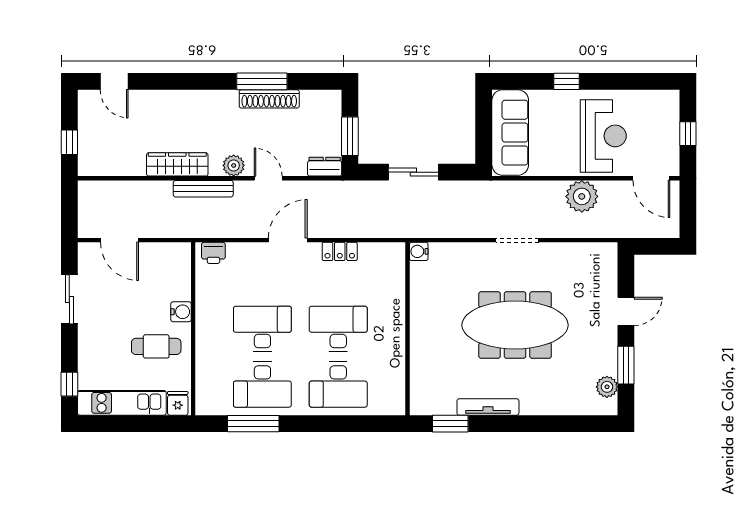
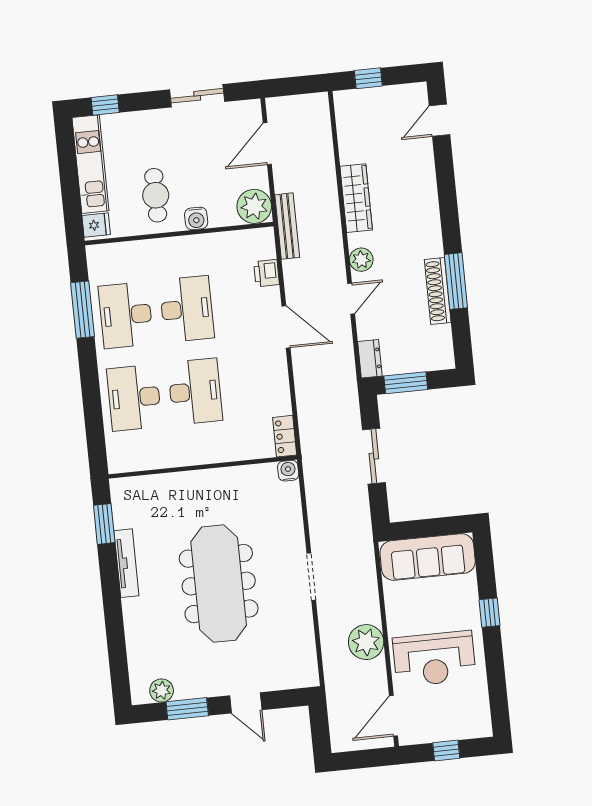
bench: (203, 189) -> (287, 226), moved
locker: (340, 251) -> (285, 436), moved
printer: (213, 253) -> (267, 273), moved
plant: (175, 258) -> (254, 206), added

